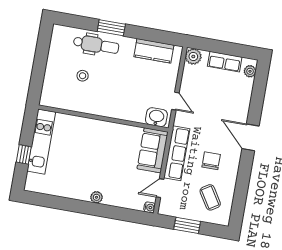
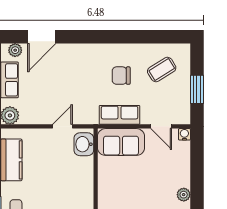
door: (251, 137) -> (42, 37), moved
row of seats: (177, 153) -> (120, 115), width x0.68

